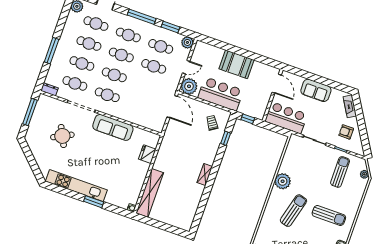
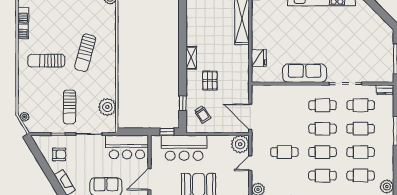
cafe table: (161, 46) -> (284, 176), removed
door: (277, 84) -> (149, 179), hinge flipped
bar counter: (221, 94) -> (184, 148), moved
round table: (62, 136) -> (354, 46), removed
pallet: (196, 150) -> (210, 80), added
sun lounger: (340, 172) -> (70, 107), moved
plant: (283, 181) -> (107, 107), moved

